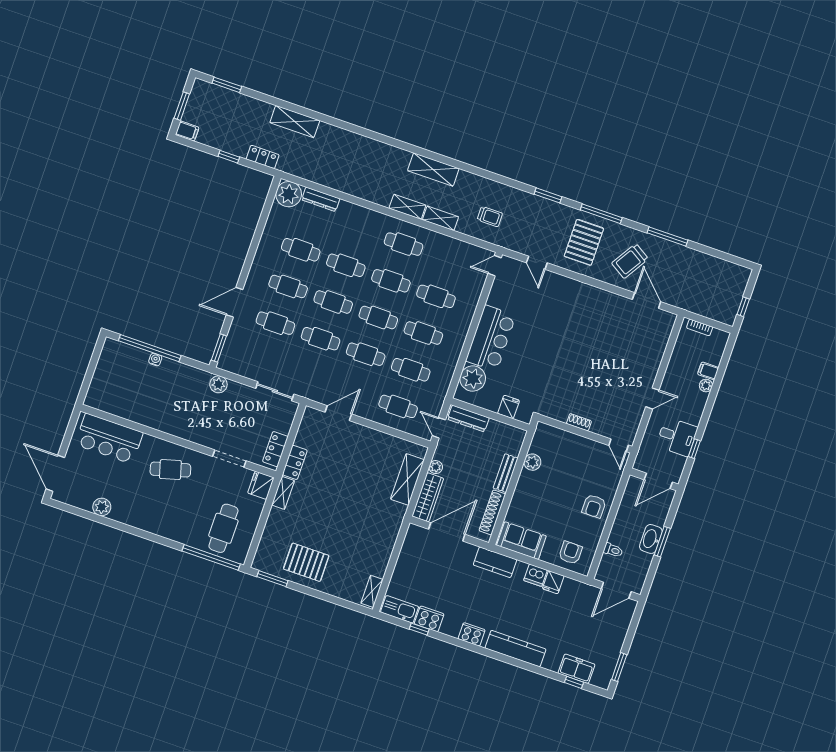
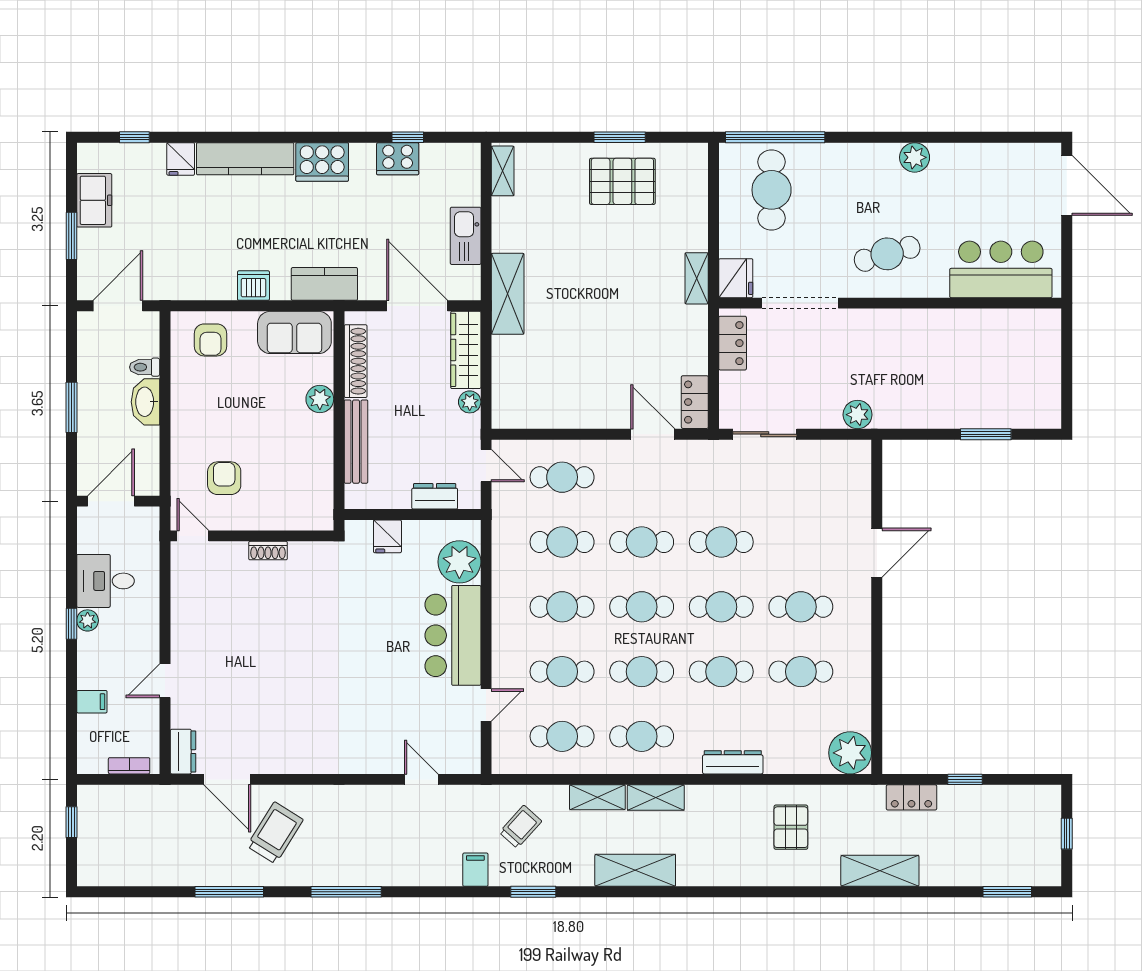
window: (182, 106) -> (1067, 834), width x0.67
filing cabinet: (187, 131) -> (475, 870), moved, turned 90
window: (548, 195) -> (533, 892), moved
dresser: (321, 199) -> (733, 762), moved
trolley: (490, 217) -> (520, 827), turned 132
pallet: (584, 242) -> (791, 827), moved, width x0.67, depth x0.71
door: (495, 266) -> (486, 705), moved
cafe table: (275, 323) -> (562, 736), moved
dresser: (666, 325) -> (183, 752), added
window: (150, 348) -> (986, 434), width x0.47
window: (219, 348) -> (877, 472), removed
water cooler: (155, 360) -> (971, 419), removed
plant: (706, 386) -> (88, 620), moved
door: (652, 398) -> (165, 681), moved
door: (338, 413) -> (653, 434), swing flipped
dresser: (468, 419) -> (435, 496), width x0.70
window: (694, 449) -> (71, 624), moved
doorway: (229, 459) -> (800, 303), width x1.36
locker: (295, 462) -> (695, 402), moved
plant: (532, 462) -> (320, 399), moved
bench: (506, 473) -> (356, 442), width x1.36
shelving: (407, 479) -> (508, 294), moved
armchair: (594, 506) -> (224, 478), moved
plant: (102, 507) -> (915, 157), moved
door: (447, 532) -> (417, 306), swing flipped
washbasin: (651, 539) -> (145, 402), moved, turned 180
window: (272, 579) -> (620, 137), moved
fridge: (553, 582) -> (181, 159), moved, turned 180
kitchen sink: (400, 609) -> (466, 236), moved, turned 90
cooker: (472, 634) -> (322, 162), width x1.37, depth x1.31
window: (619, 667) -> (71, 236), moved
freezer: (576, 669) -> (94, 200), moved, turned -90

